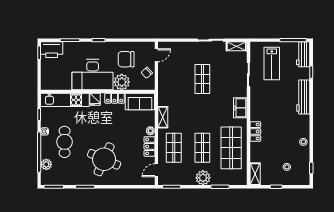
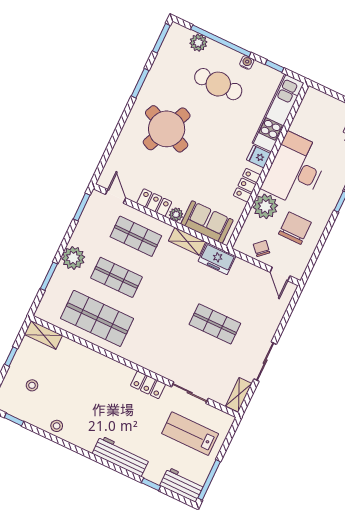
sofa: (140, 101) -> (207, 222), moved, turned 90
freezer: (240, 108) -> (217, 259), moved, turned 180
locker: (255, 132) -> (148, 385), moved

